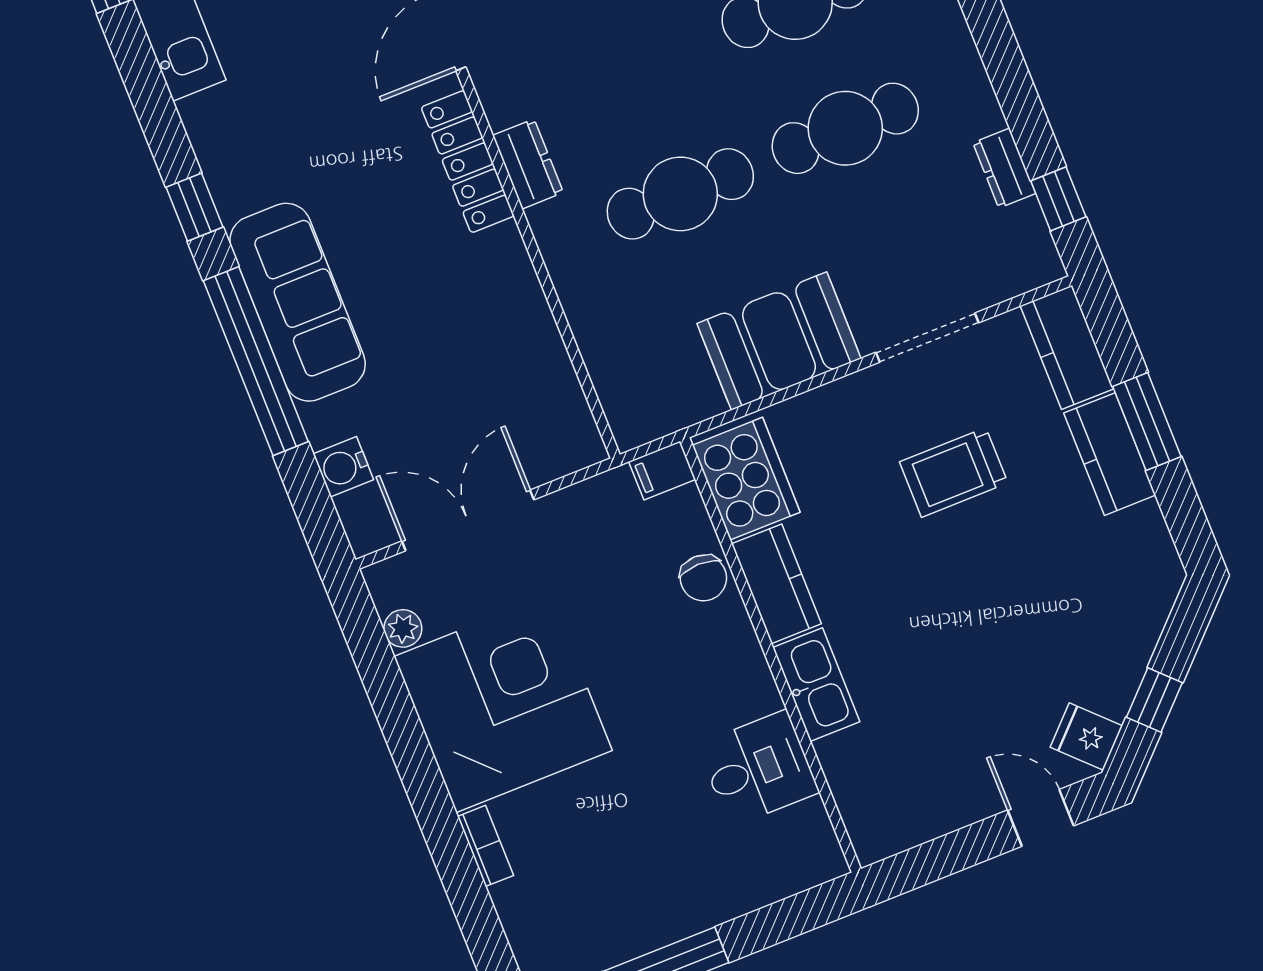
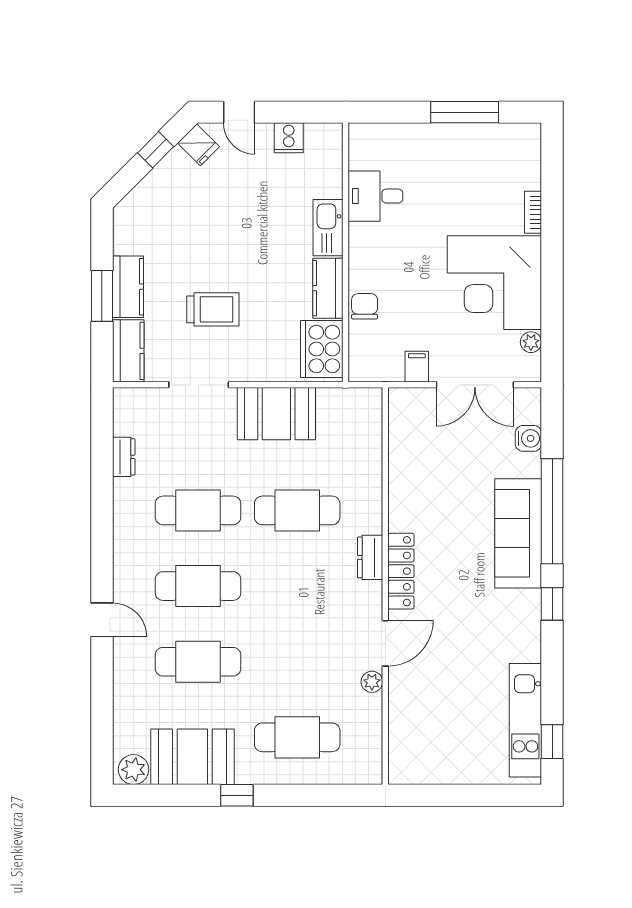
window: (1058, 199) -> (102, 430), removed
filing cabinet: (662, 471) -> (417, 367), moved, turned -90
cooker: (941, 808) -> (289, 138), added

